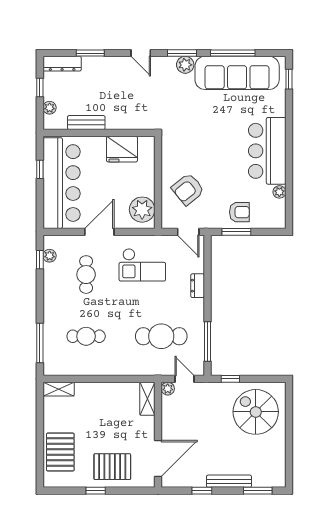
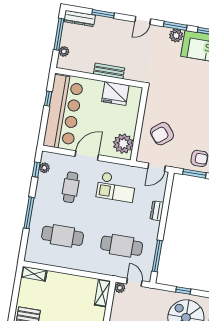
door: (141, 53) -> (143, 20), hinge flipped
window: (40, 87) -> (59, 34), width x2.17
bench: (86, 123) -> (109, 71), moved
door: (188, 232) -> (157, 167), hinge flipped
cafe table: (86, 336) -> (63, 236), width x1.37, depth x1.35
window: (40, 343) -> (29, 213), moved
window: (230, 379) -> (183, 290), moved

